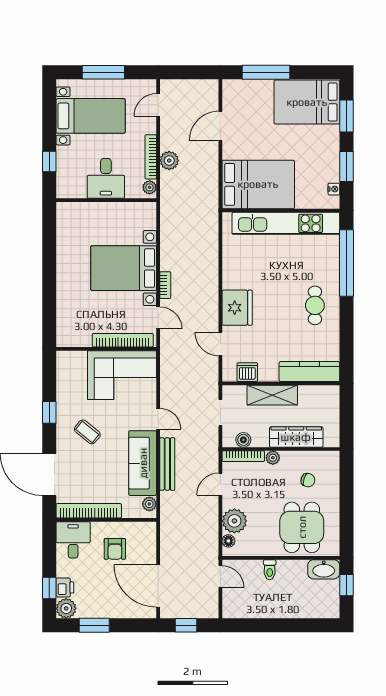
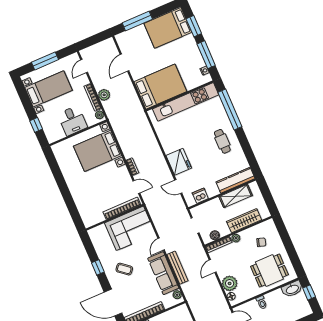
window: (347, 166) -> (206, 55), width x1.44
bed with nightstands: (124, 268) -> (98, 151), moved
shelving: (272, 395) -> (236, 196), moved
door: (158, 419) -> (161, 244), swing flipped
dining table: (302, 527) -> (269, 271), turned 90

